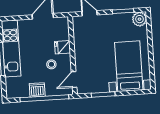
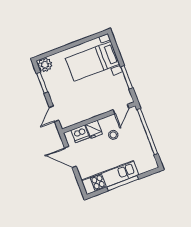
door: (74, 79) -> (121, 109), hinge flipped
dishwasher: (37, 90) -> (80, 134), moved, turned -90

